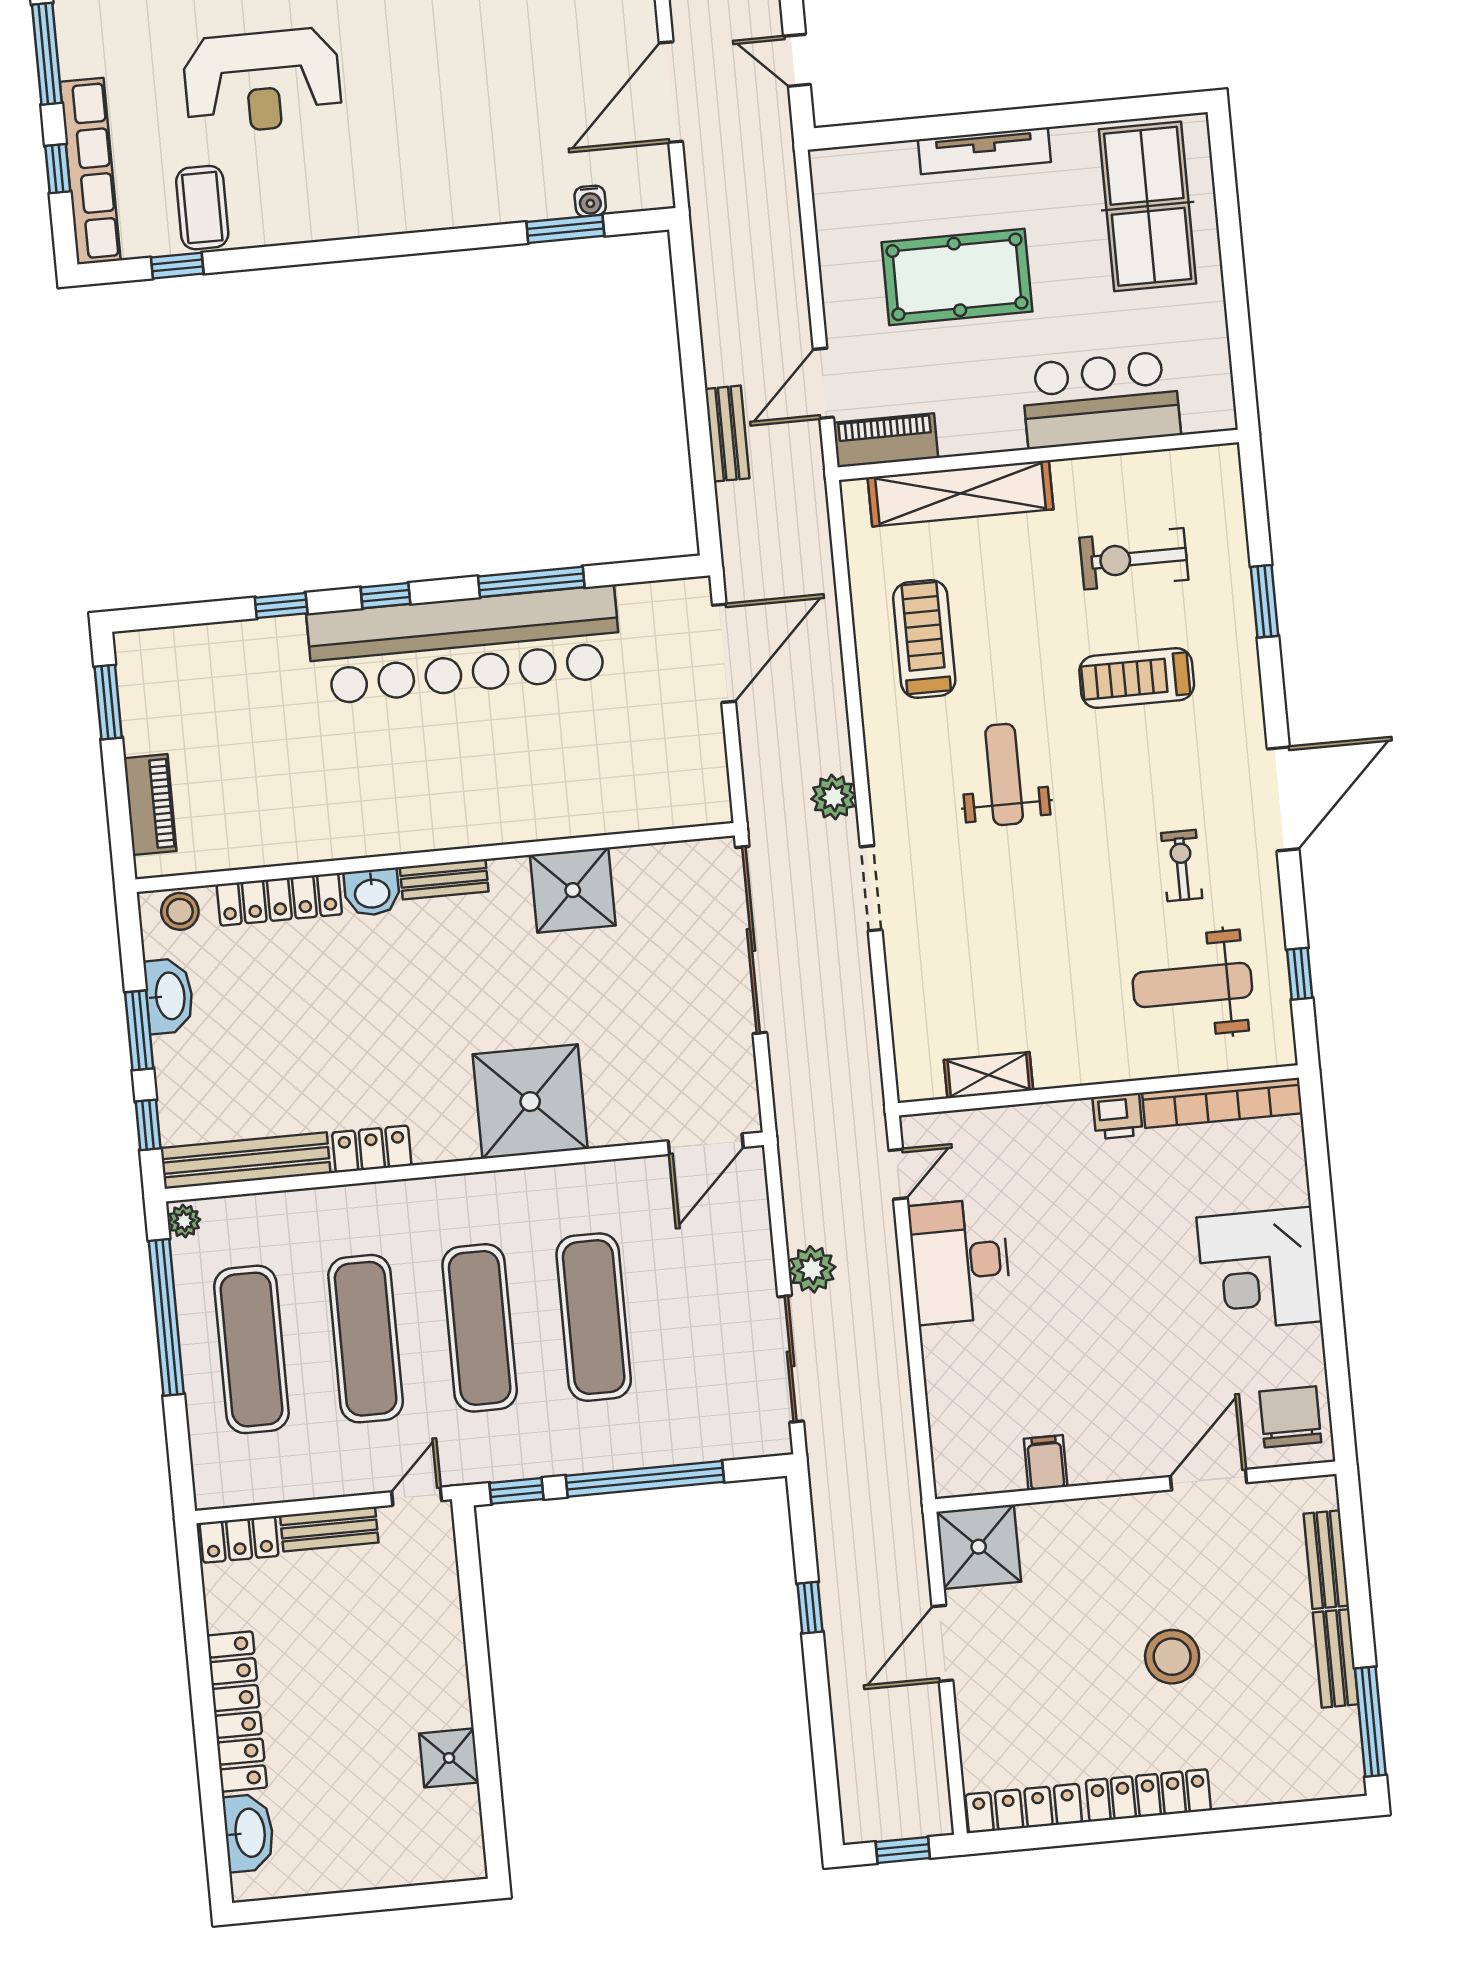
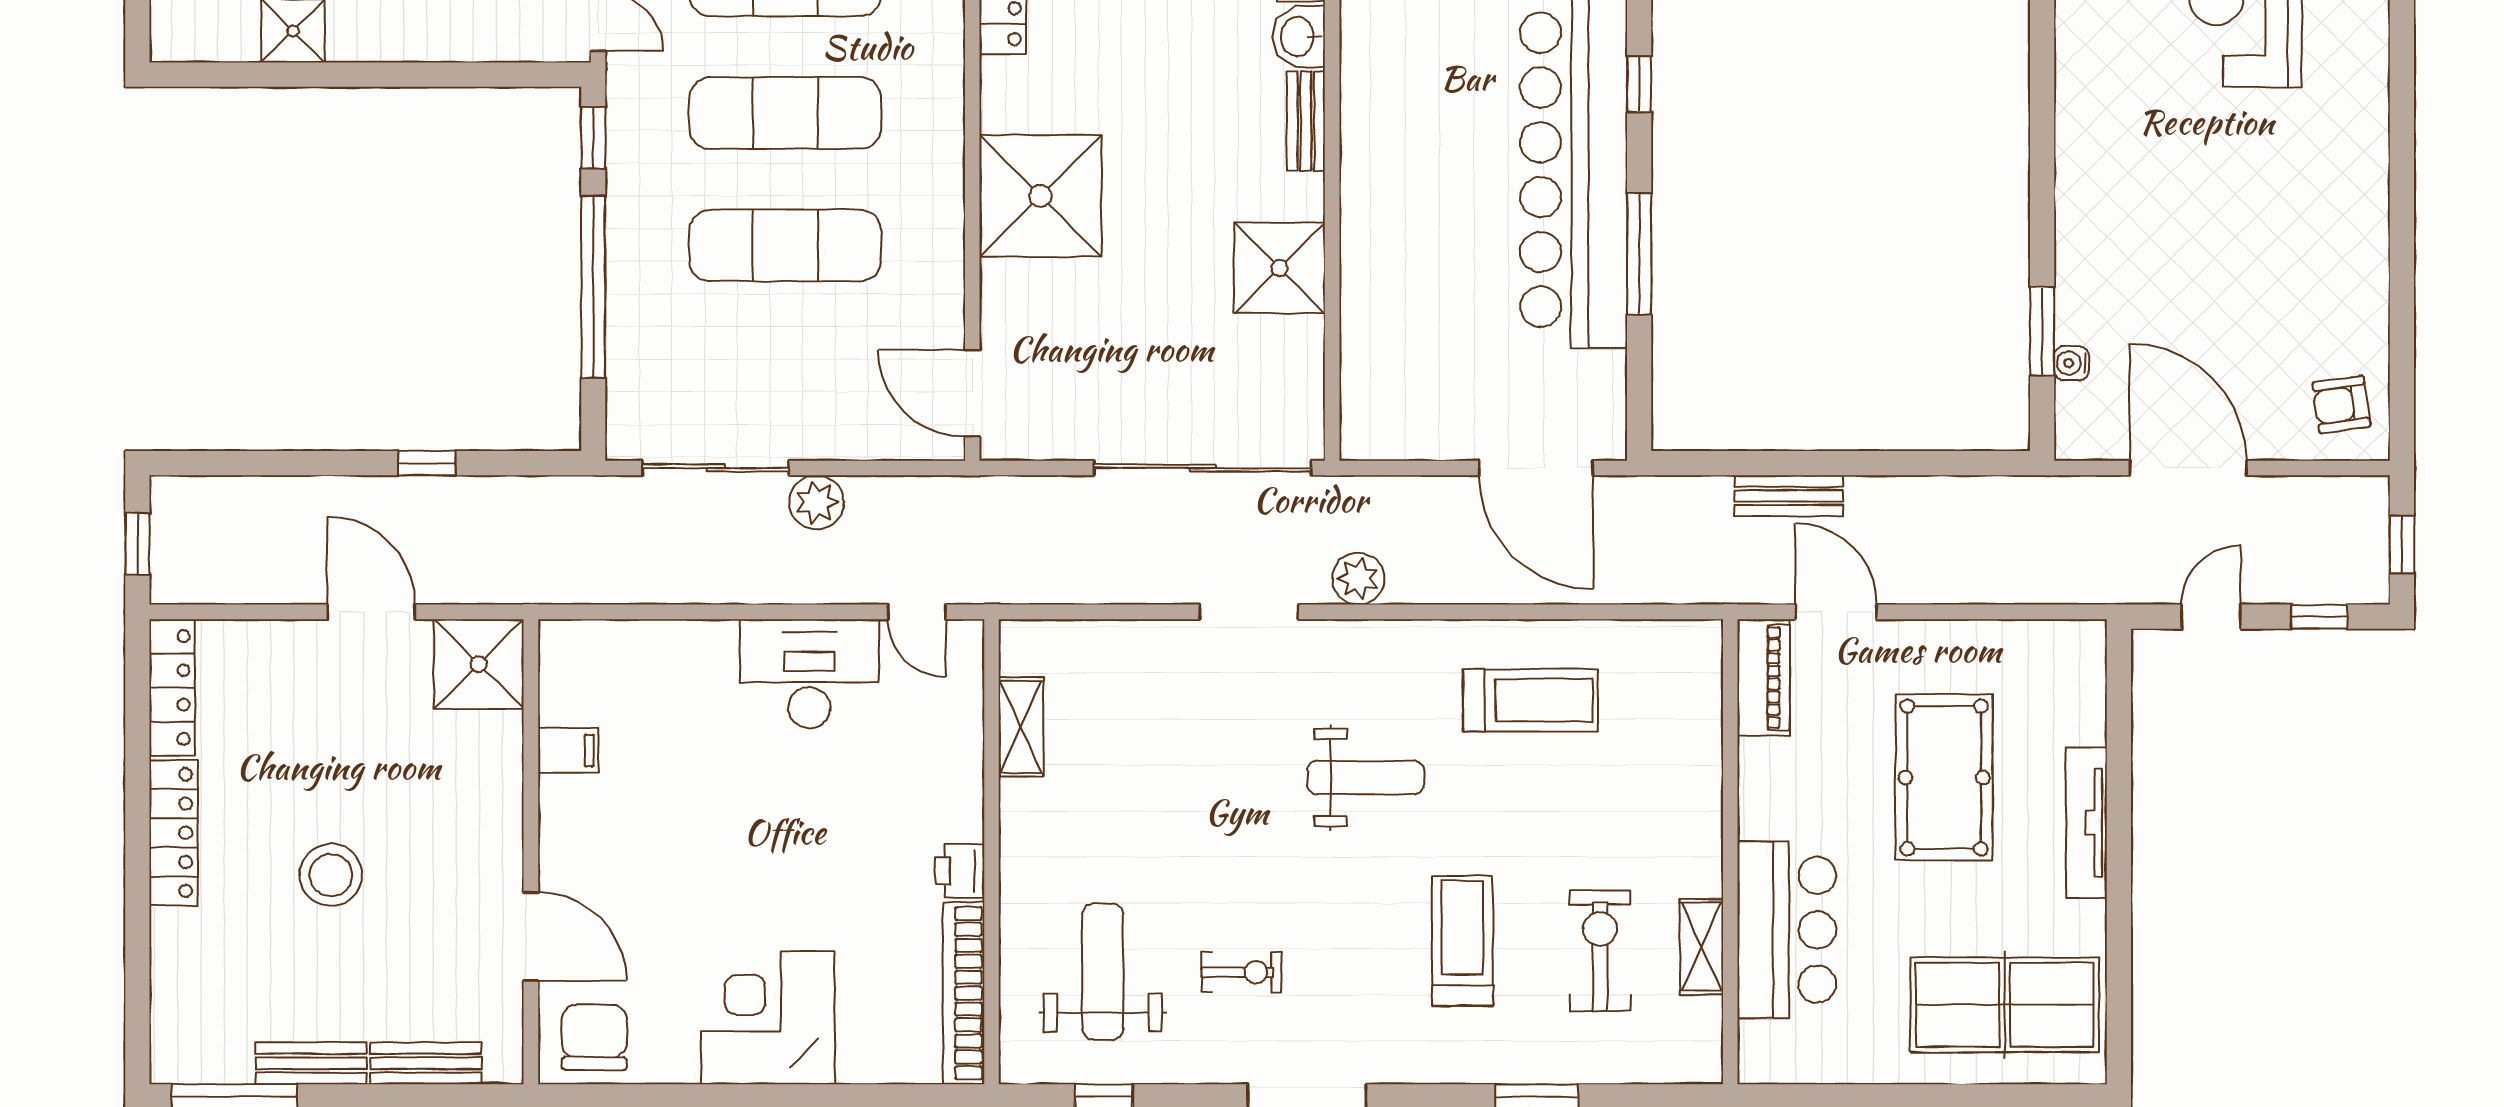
shelving: (961, 493) -> (1702, 947), moved, width x0.45, depth x0.75
chair: (1290, 1417) -> (594, 1037), turned -90

